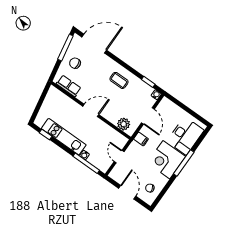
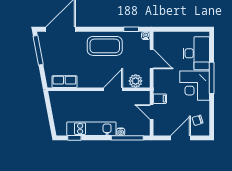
chair: (75, 63) -> (56, 58), removed
coffee table: (119, 80) -> (105, 46), width x1.86, depth x1.72
door: (91, 110) -> (113, 89), moved
filing cabinet: (141, 139) -> (160, 99), moved
door: (127, 192) -> (181, 138), hinge flipped

